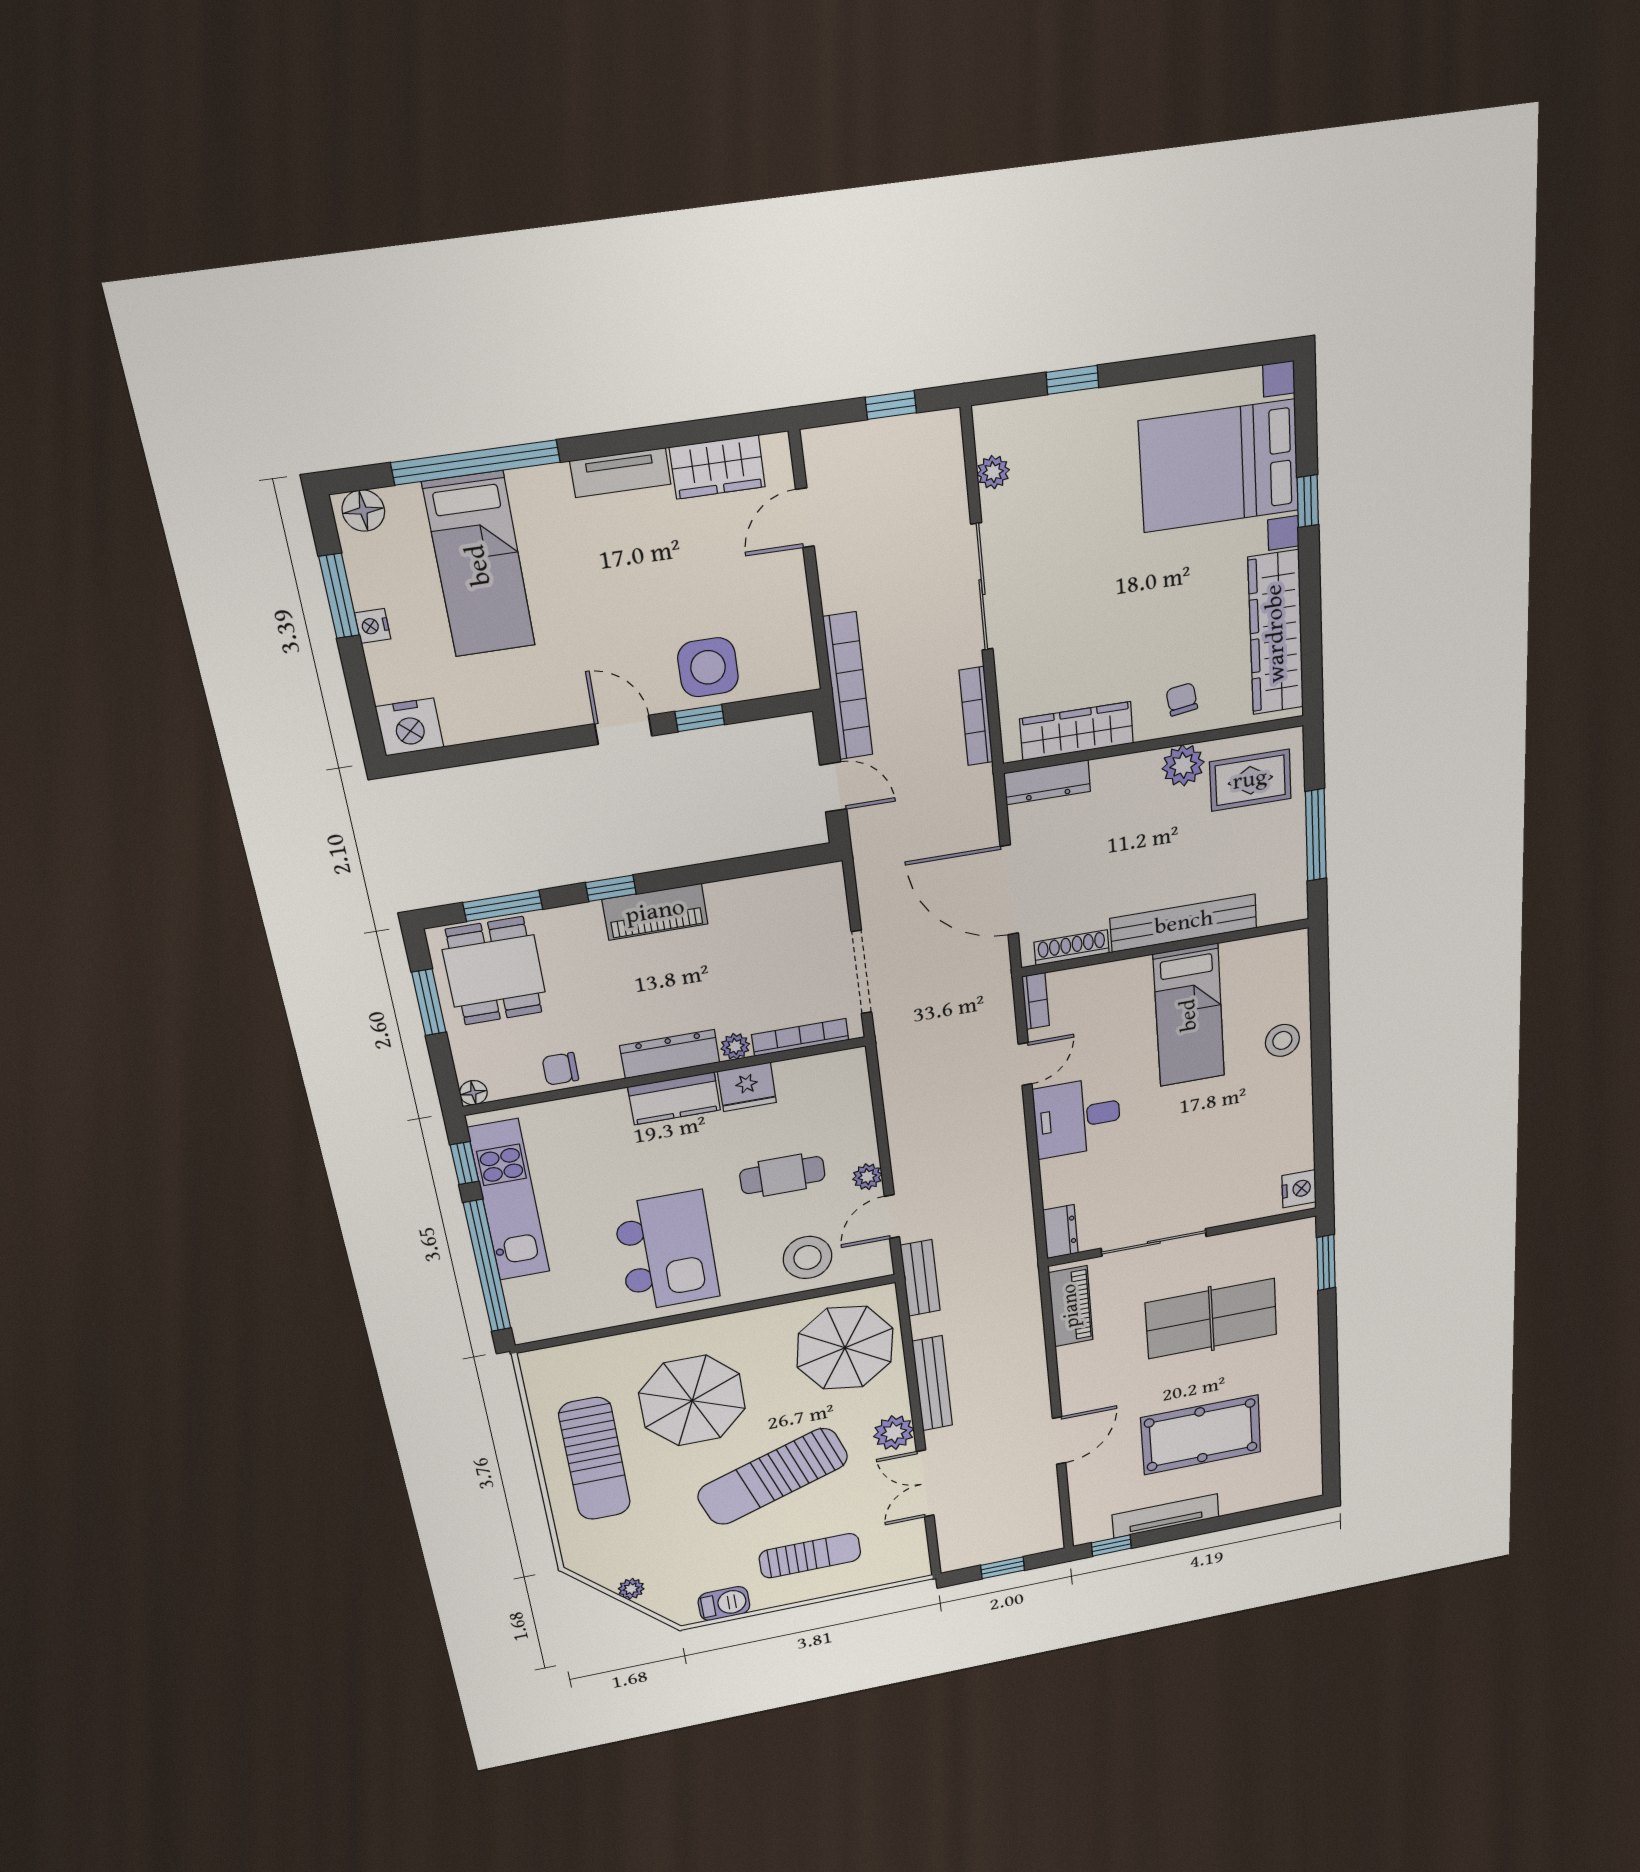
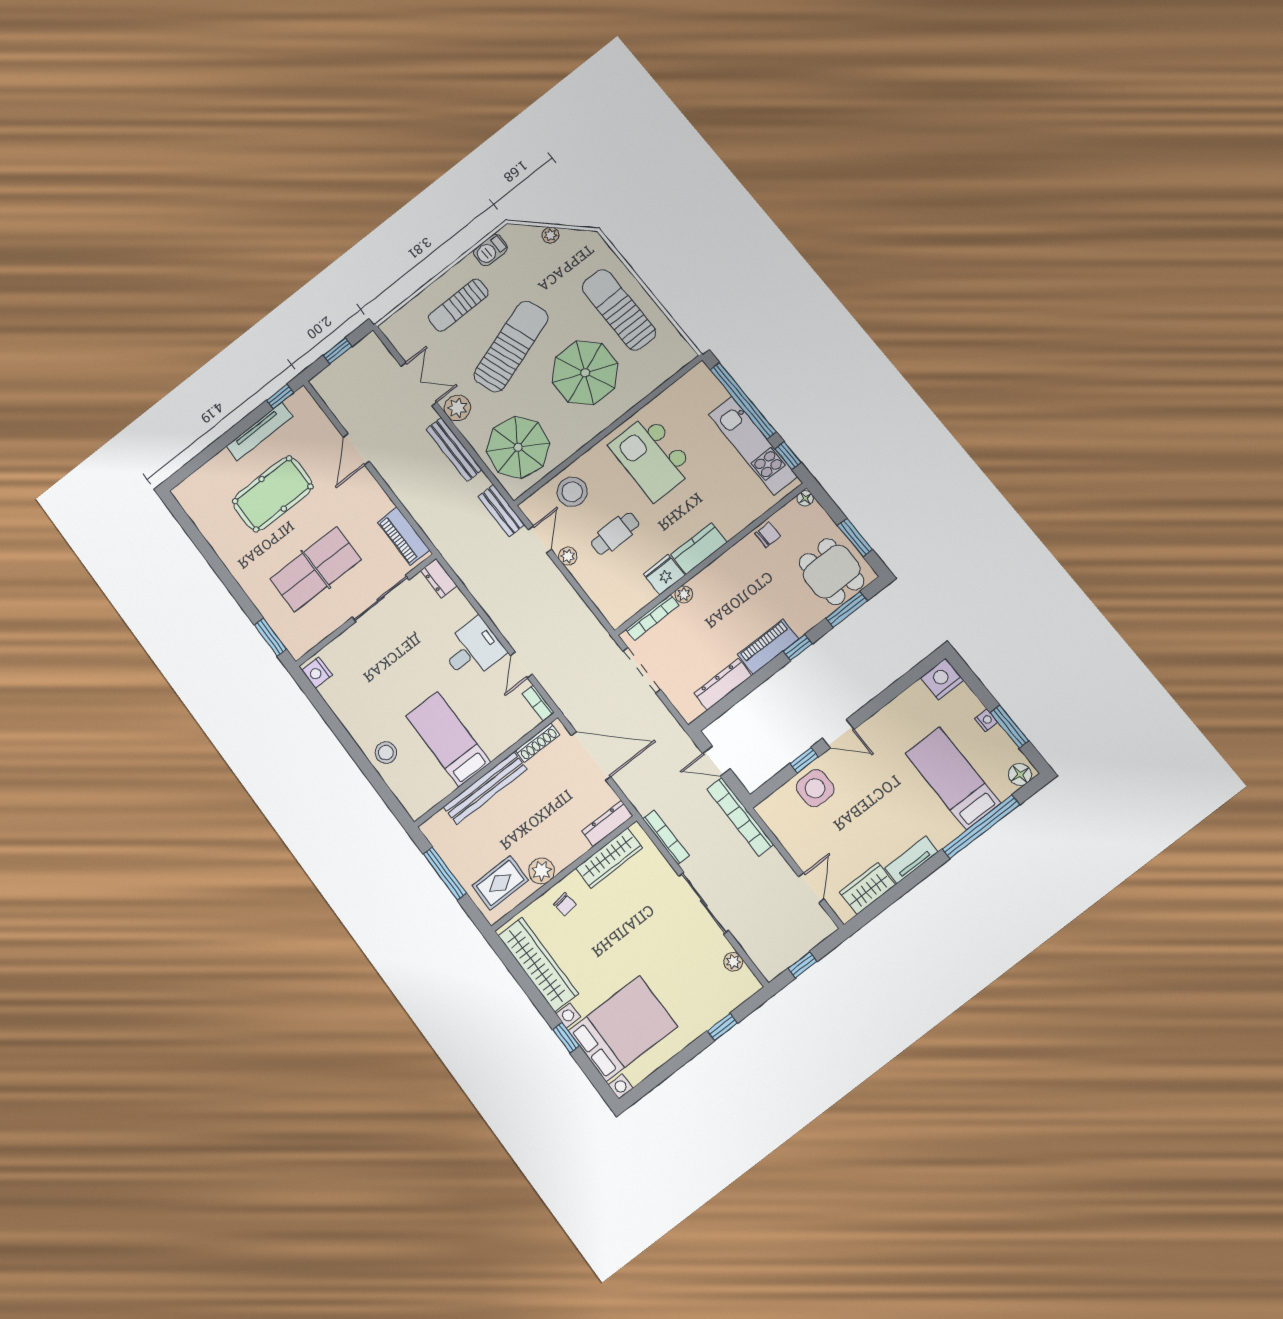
dresser: (670, 1054) -> (723, 684), moved, turned 180

